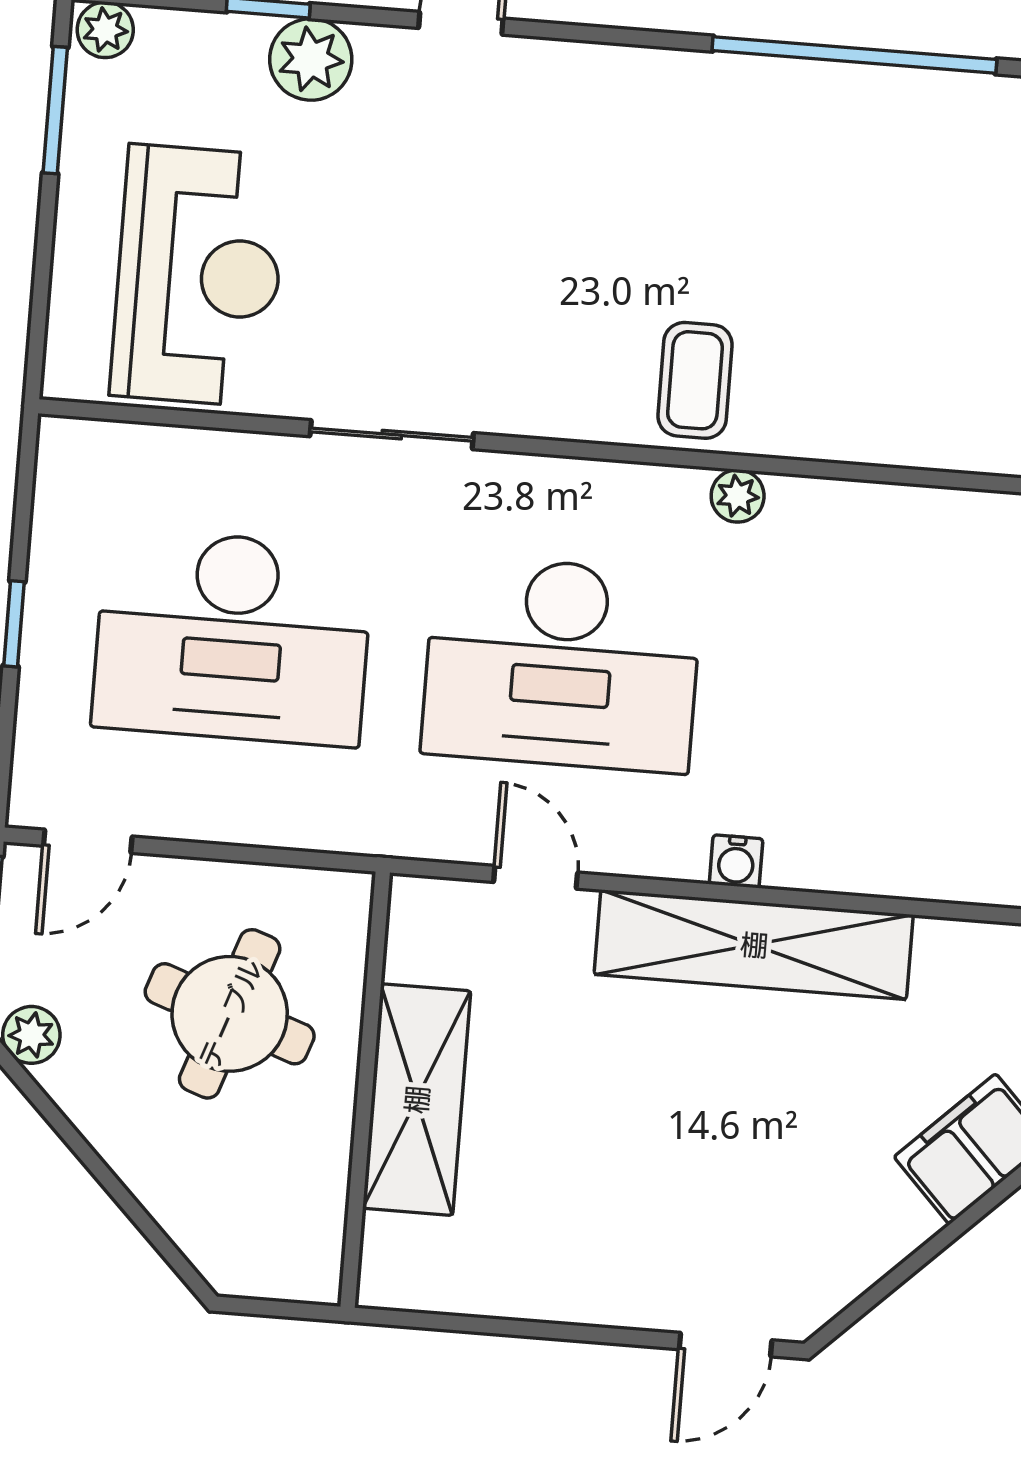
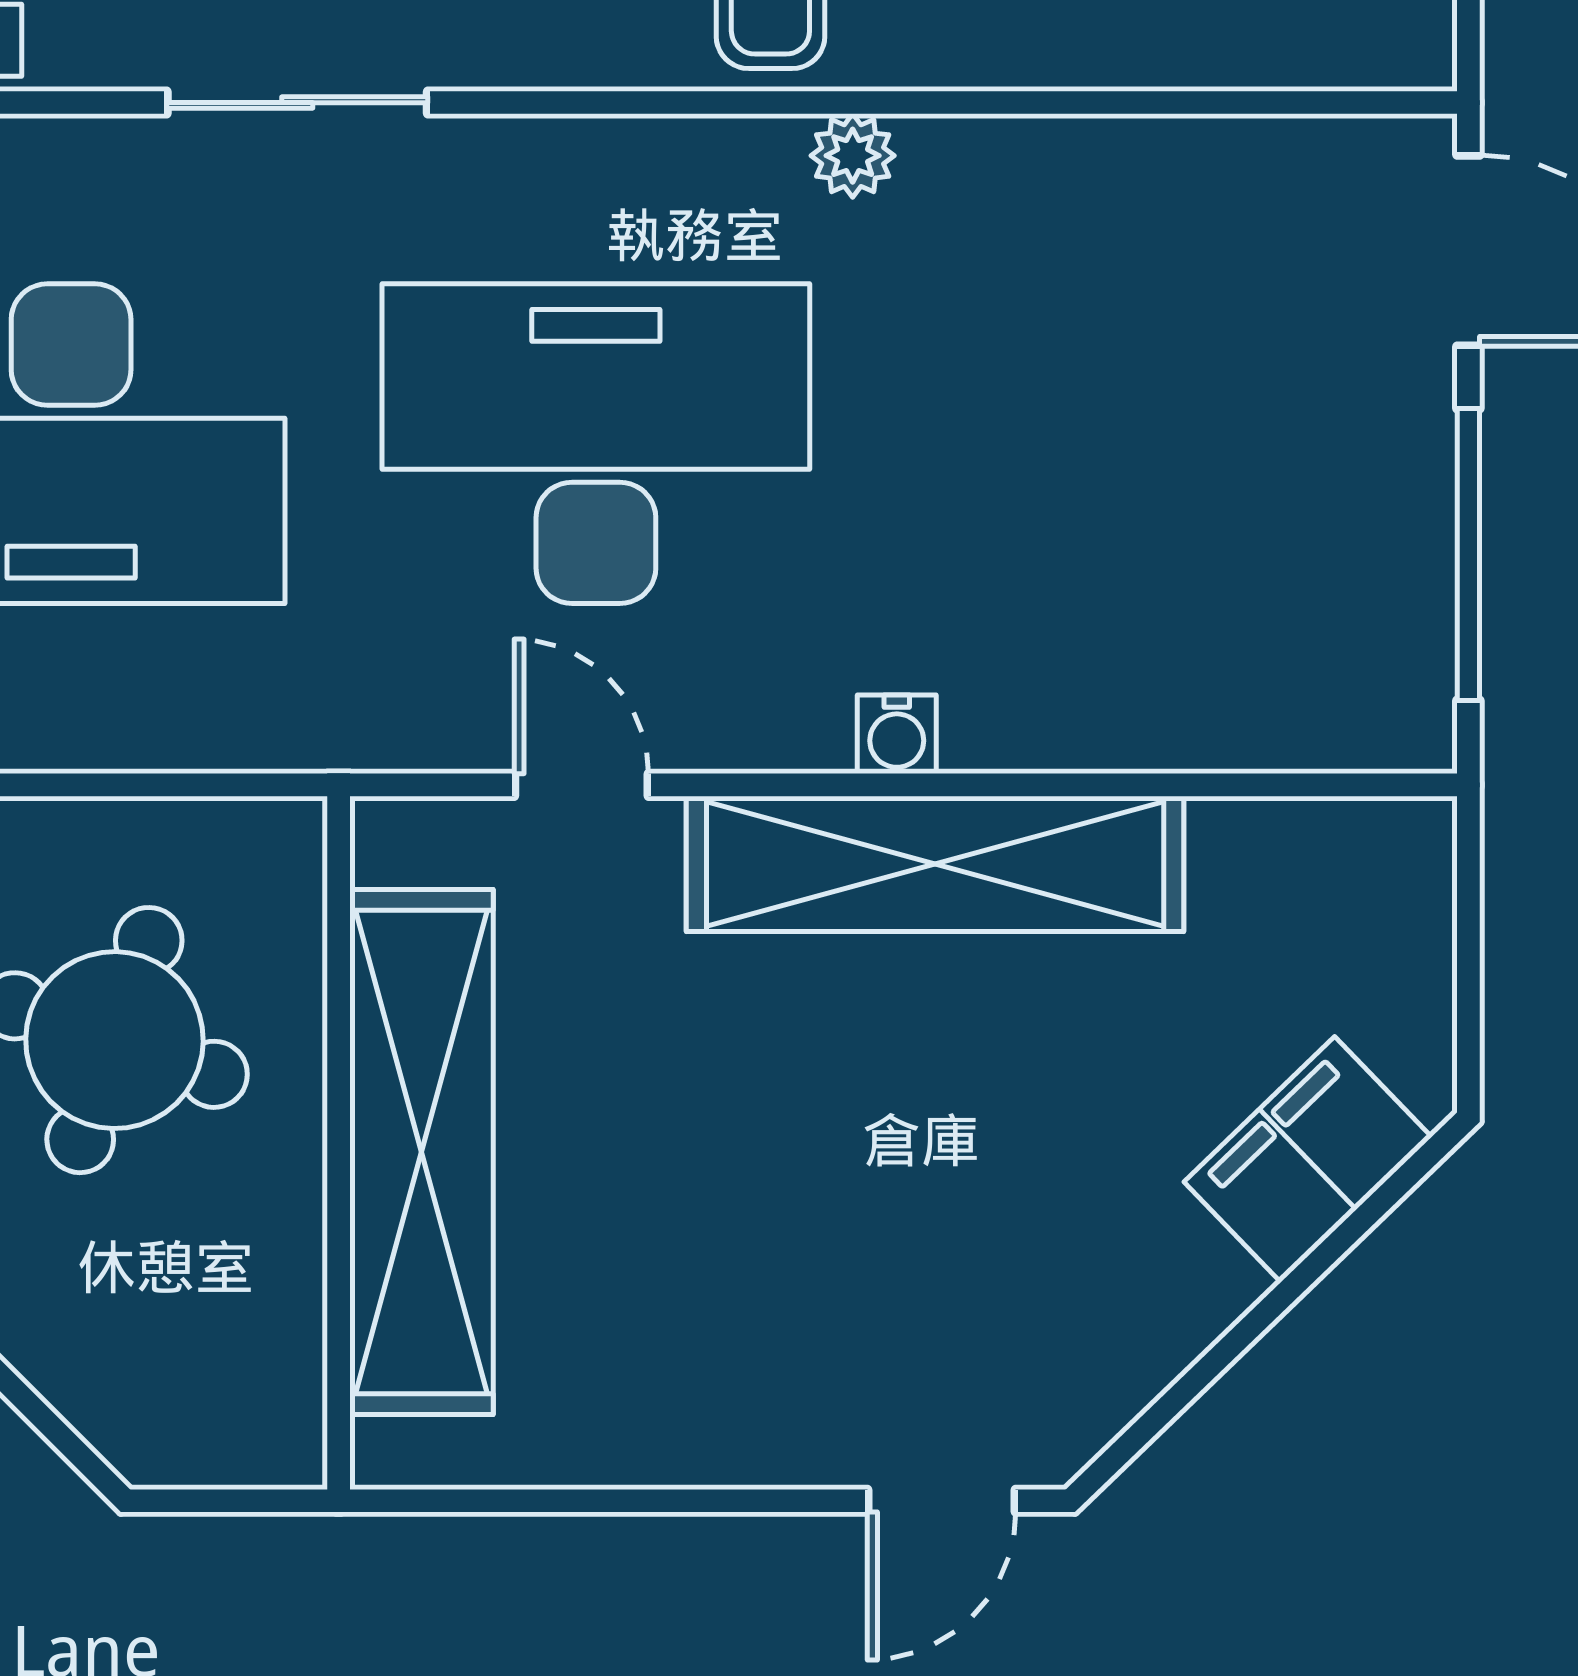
desk: (562, 664) -> (596, 444), turned 180
shelving: (417, 1100) -> (421, 1152), width x1.47

